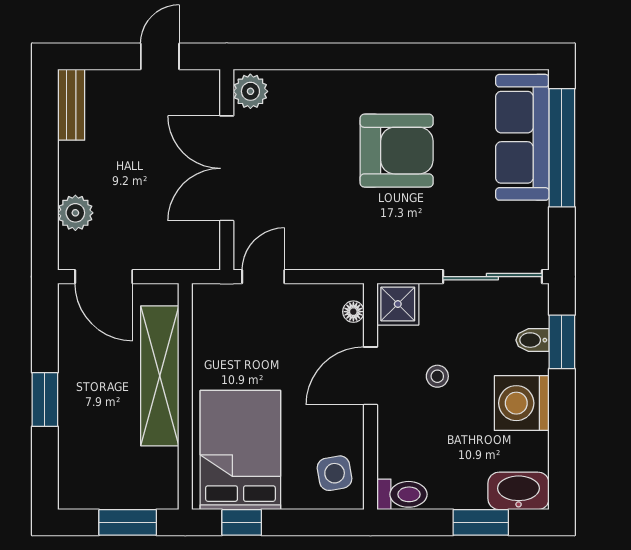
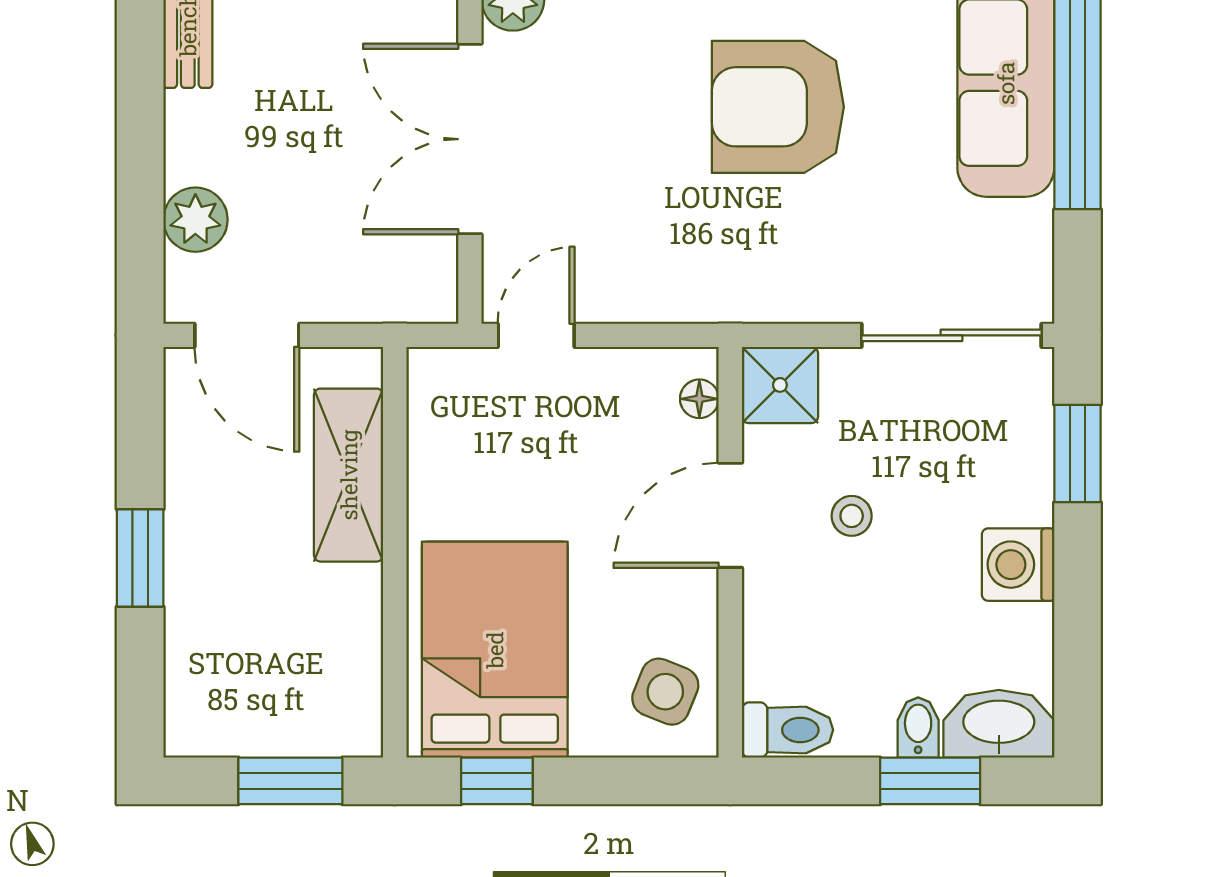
armchair: (397, 151) -> (778, 107), turned 180
bidet: (532, 340) -> (918, 727), moved, turned 90
shelving: (160, 376) -> (349, 475), width x0.68
washing machine: (522, 403) -> (1018, 565), width x0.73, depth x0.73
side table: (335, 473) -> (665, 692), turned 32

